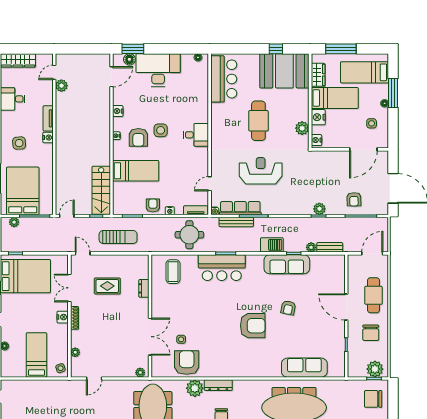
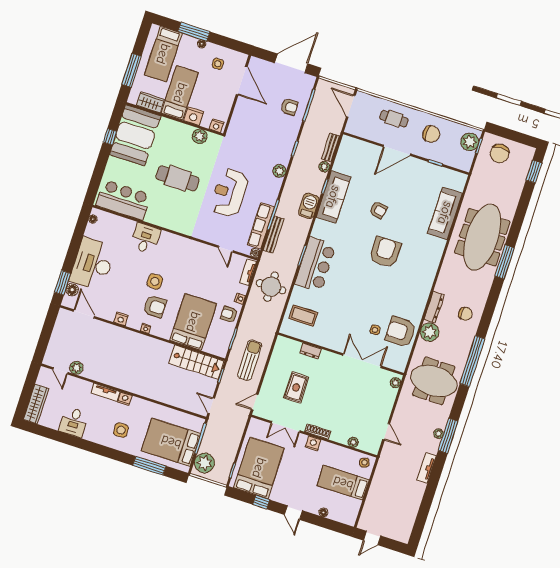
desk: (196, 135) -> (145, 238), moved
bed: (136, 171) -> (193, 322), width x1.50
plant: (319, 209) -> (279, 171), moved
plant: (14, 222) -> (204, 463), width x1.87, depth x1.87
cafe table: (373, 295) -> (394, 119), width x0.73, depth x0.74

